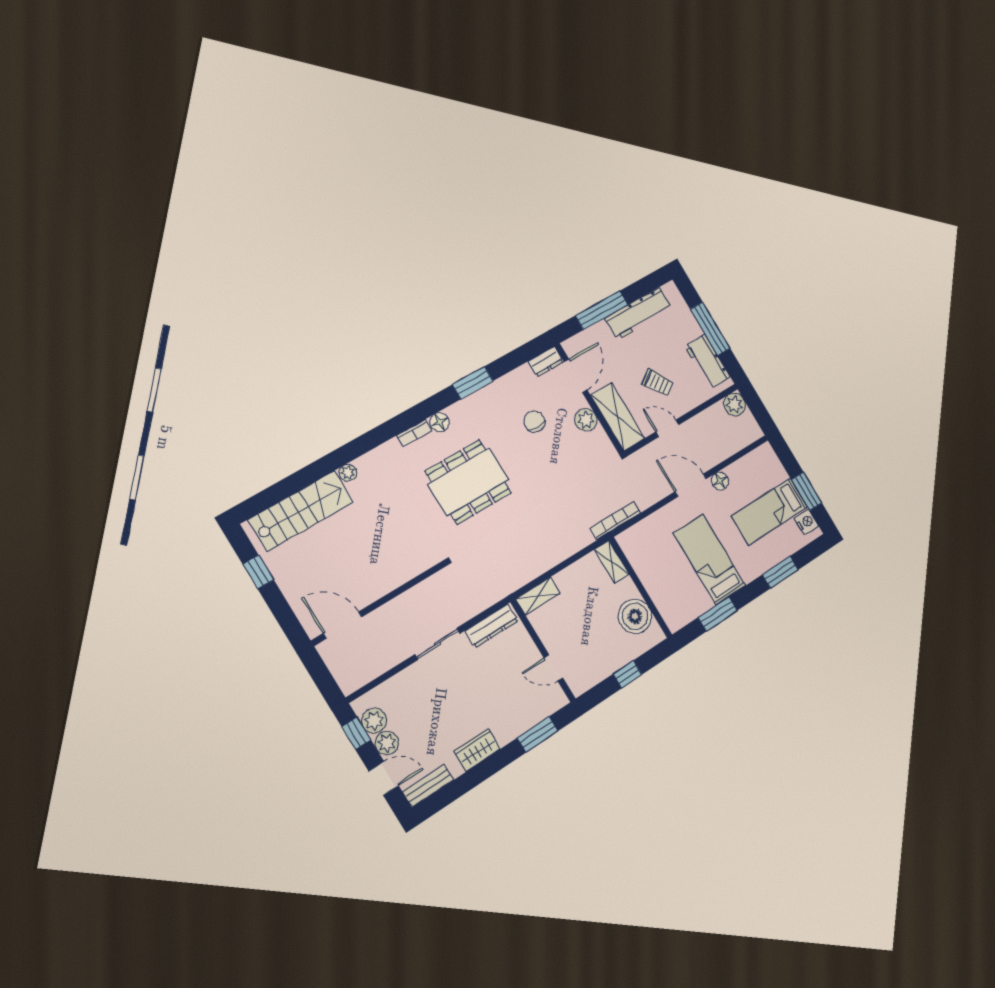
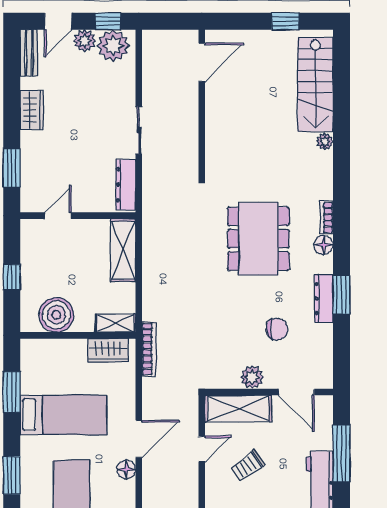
dresser: (546, 362) -> (324, 299), moved, width x1.44
wardrobe: (637, 554) -> (108, 350), added
shelving: (538, 596) -> (123, 250), width x1.50, depth x1.33
plant: (374, 721) -> (113, 46), width x1.36, depth x1.36

